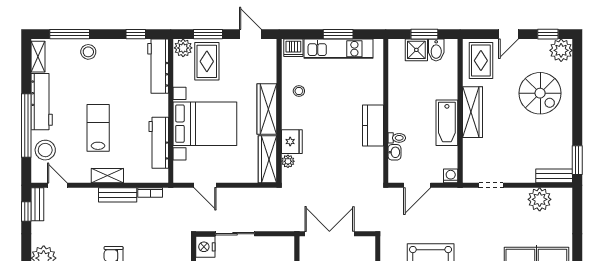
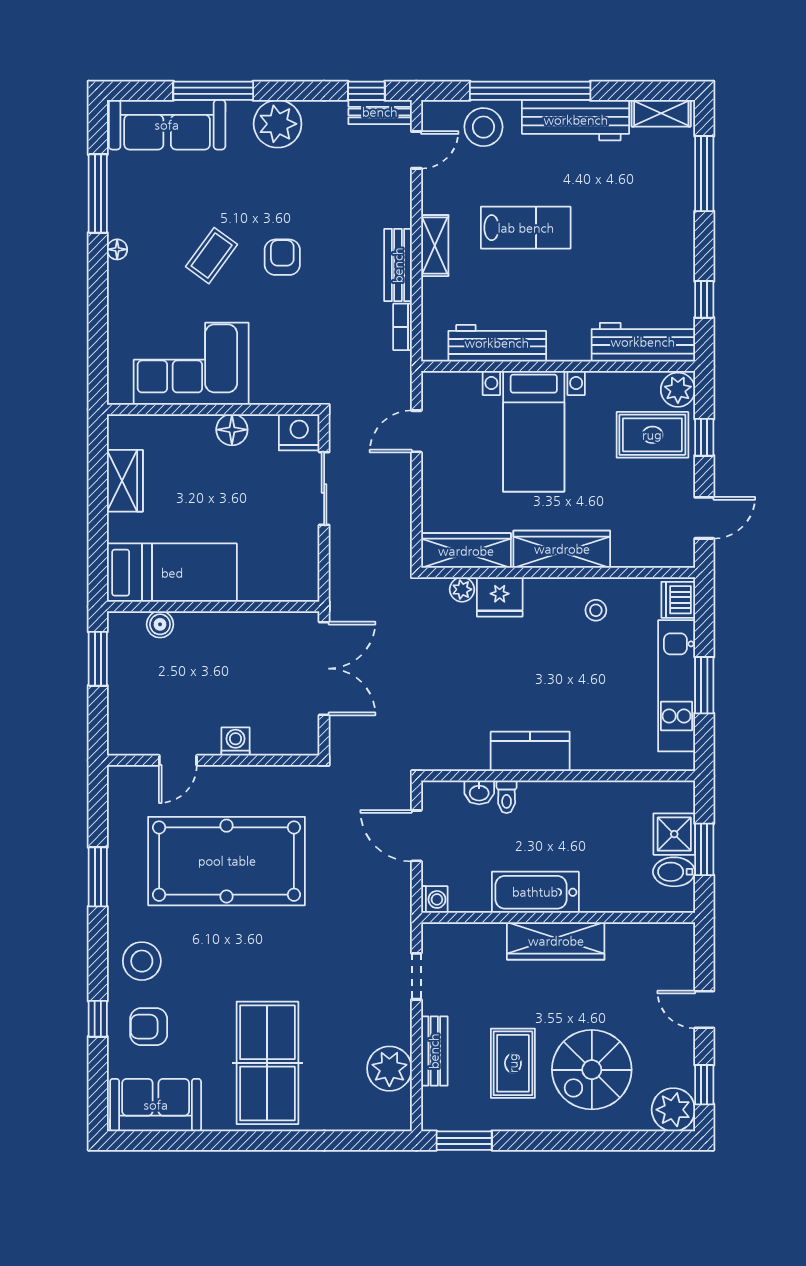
window: (208, 34) -> (704, 437), width x0.67
stool: (88, 52) -> (670, 209), removed
rug: (481, 61) -> (513, 1063), moved, turned 90
bed with nightstands: (205, 124) -> (534, 431), width x0.73
bench: (554, 176) -> (434, 1051), moved

